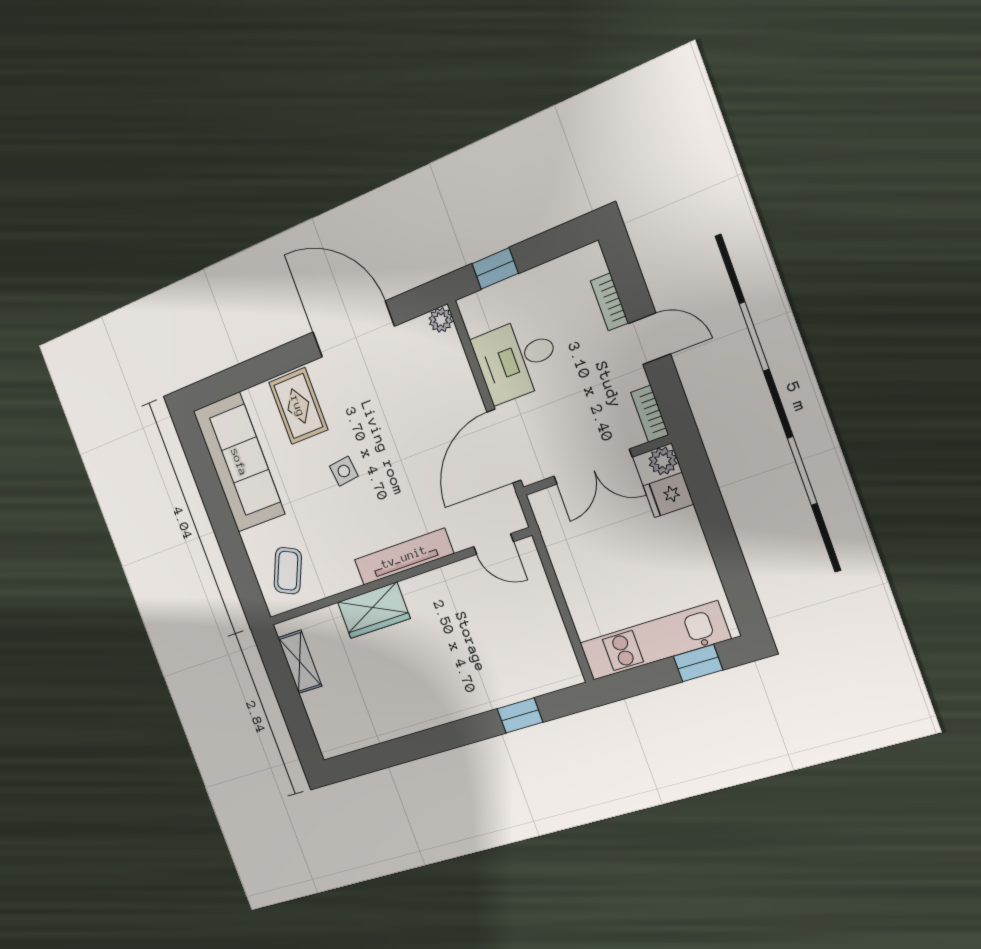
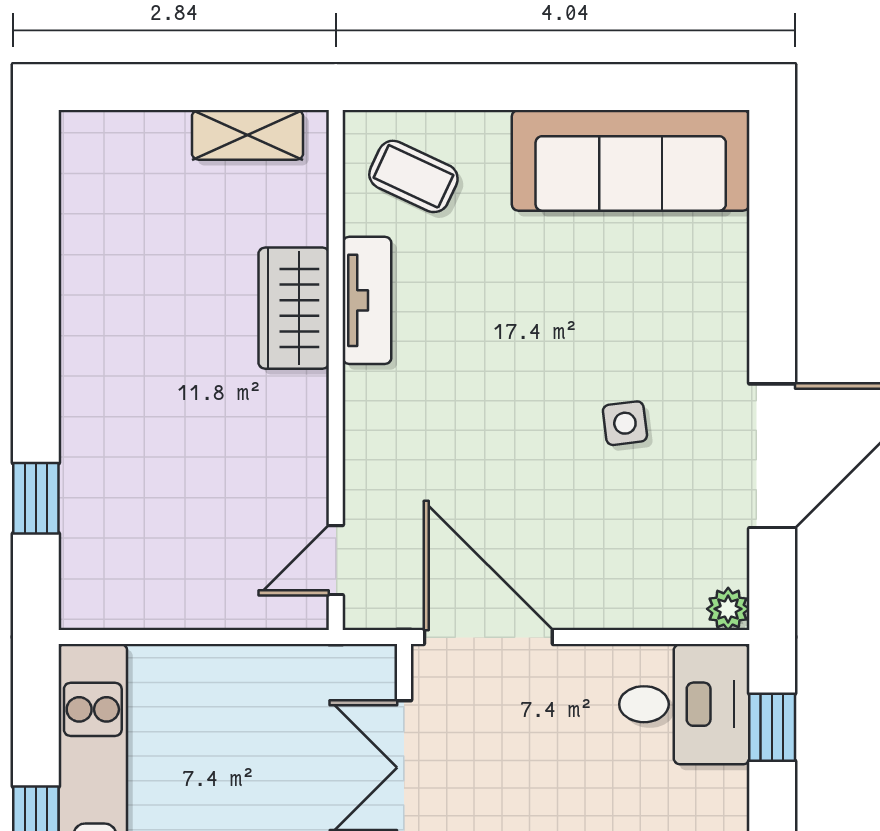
desk: (517, 359) -> (684, 704), moved, turned 90
rug: (298, 406) -> (684, 309), removed
side table: (344, 471) -> (625, 423), moved
tv unit: (404, 557) -> (367, 300), moved, width x0.71

